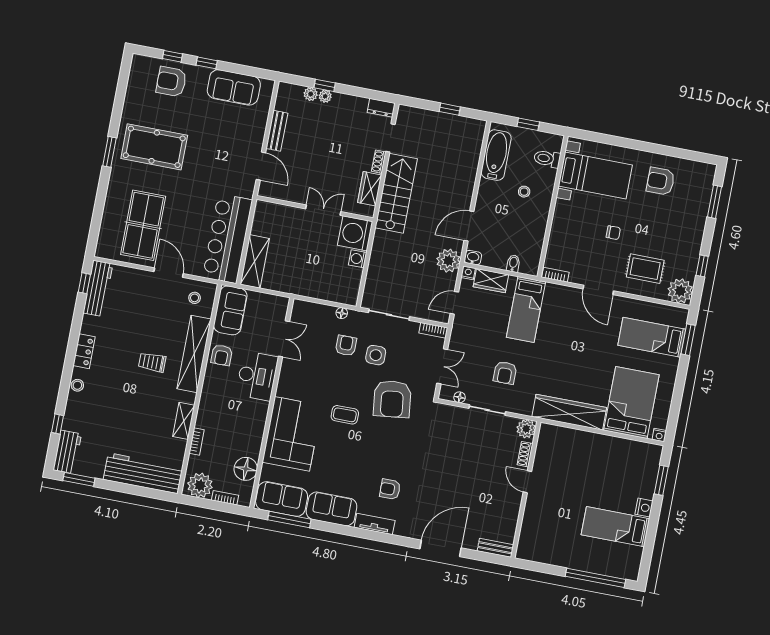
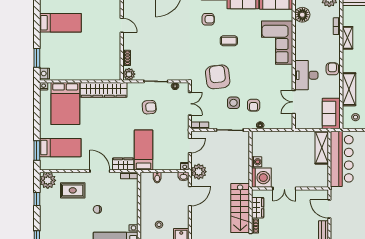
wardrobe: (491, 281) -> (123, 164), moved
shelving: (194, 354) -> (349, 89), width x0.68
armchair: (222, 355) -> (332, 69), moved
double door: (442, 366) -> (190, 104), swing flipped
armchair: (505, 373) -> (149, 107), turned 86
coffee table: (345, 415) -> (229, 41), moved
door: (527, 482) -> (122, 25), moved
nightstand: (644, 508) -> (45, 74), moved

